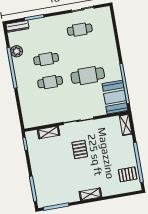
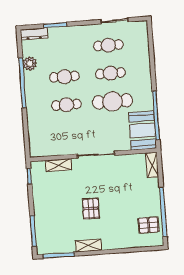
cafe table: (84, 53) -> (110, 73), added
pallet: (80, 149) -> (91, 208), moved
shelving: (90, 194) -> (89, 245), moved

